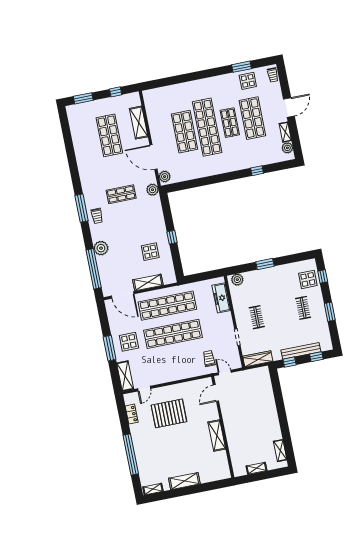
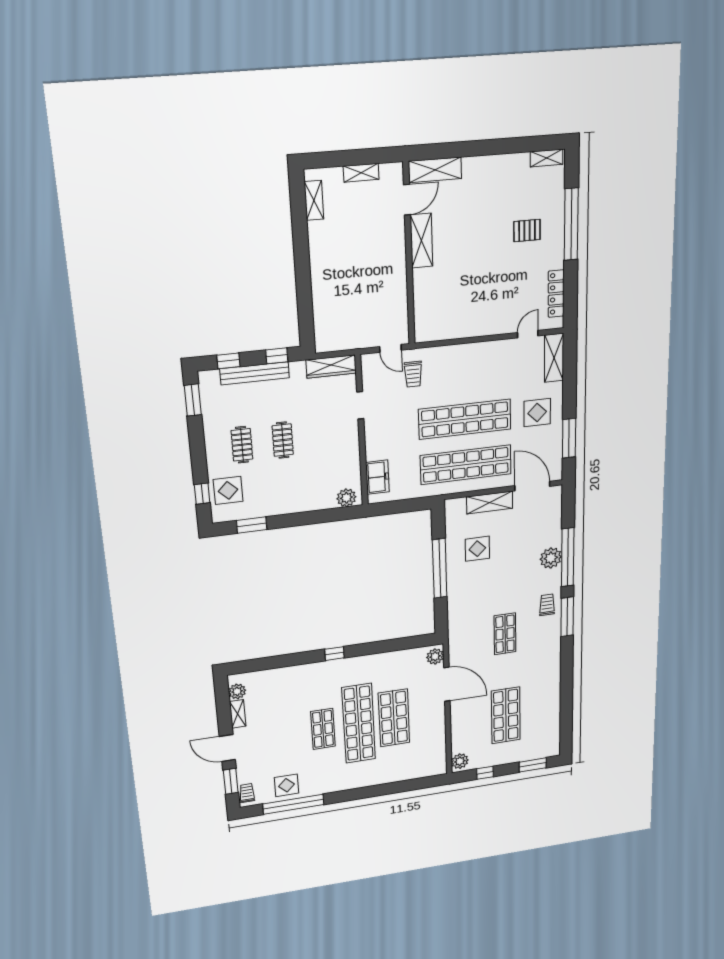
window: (242, 67) -> (293, 804), width x2.11
window: (284, 83) -> (231, 781), added
door: (289, 108) -> (227, 748), hinge flipped
shop shelf: (252, 118) -> (287, 734), removed
shelving: (139, 123) -> (460, 732), removed
window: (257, 171) -> (334, 654), moved
plant: (152, 190) -> (460, 761), moved
shop shelf: (121, 194) -> (505, 634), turned 90
window: (172, 237) -> (440, 568), width x3.17
window: (265, 264) -> (252, 525), moved
window: (94, 269) -> (568, 557), moved
freezer: (221, 298) -> (377, 477), width x0.71
window: (330, 312) -> (193, 400), moved
clothes rail: (257, 317) -> (283, 440), moved
window: (110, 348) -> (569, 438), moved
door: (216, 393) -> (407, 200), moved
pallet: (169, 413) -> (527, 231), moved, width x0.49, depth x0.50
locker: (132, 414) -> (556, 294), width x1.53
shelving: (184, 481) -> (435, 170), moved

